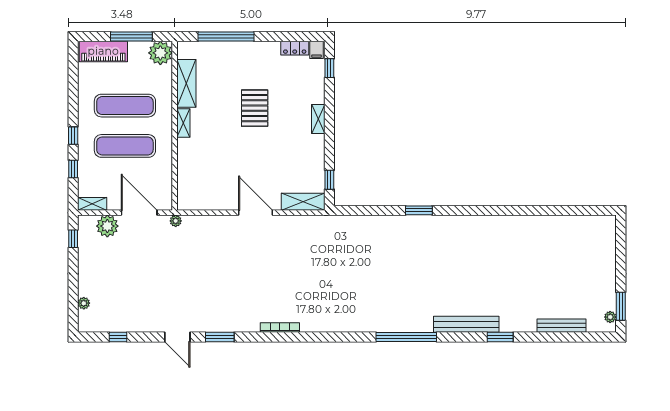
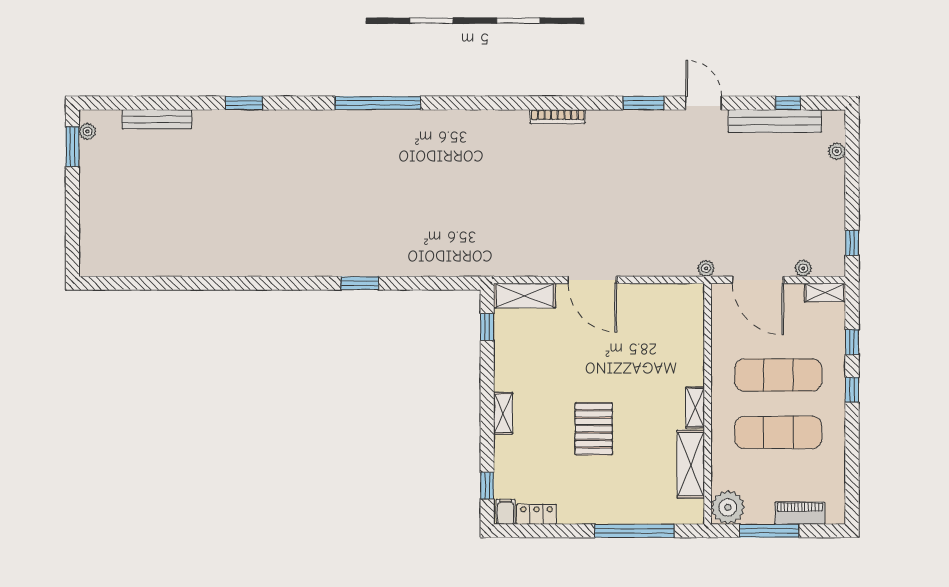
piano: (103, 51) -> (800, 513), width x0.73, depth x0.75
plant: (107, 226) -> (803, 268), width x0.53, depth x0.53
bench: (466, 324) -> (775, 121), moved

